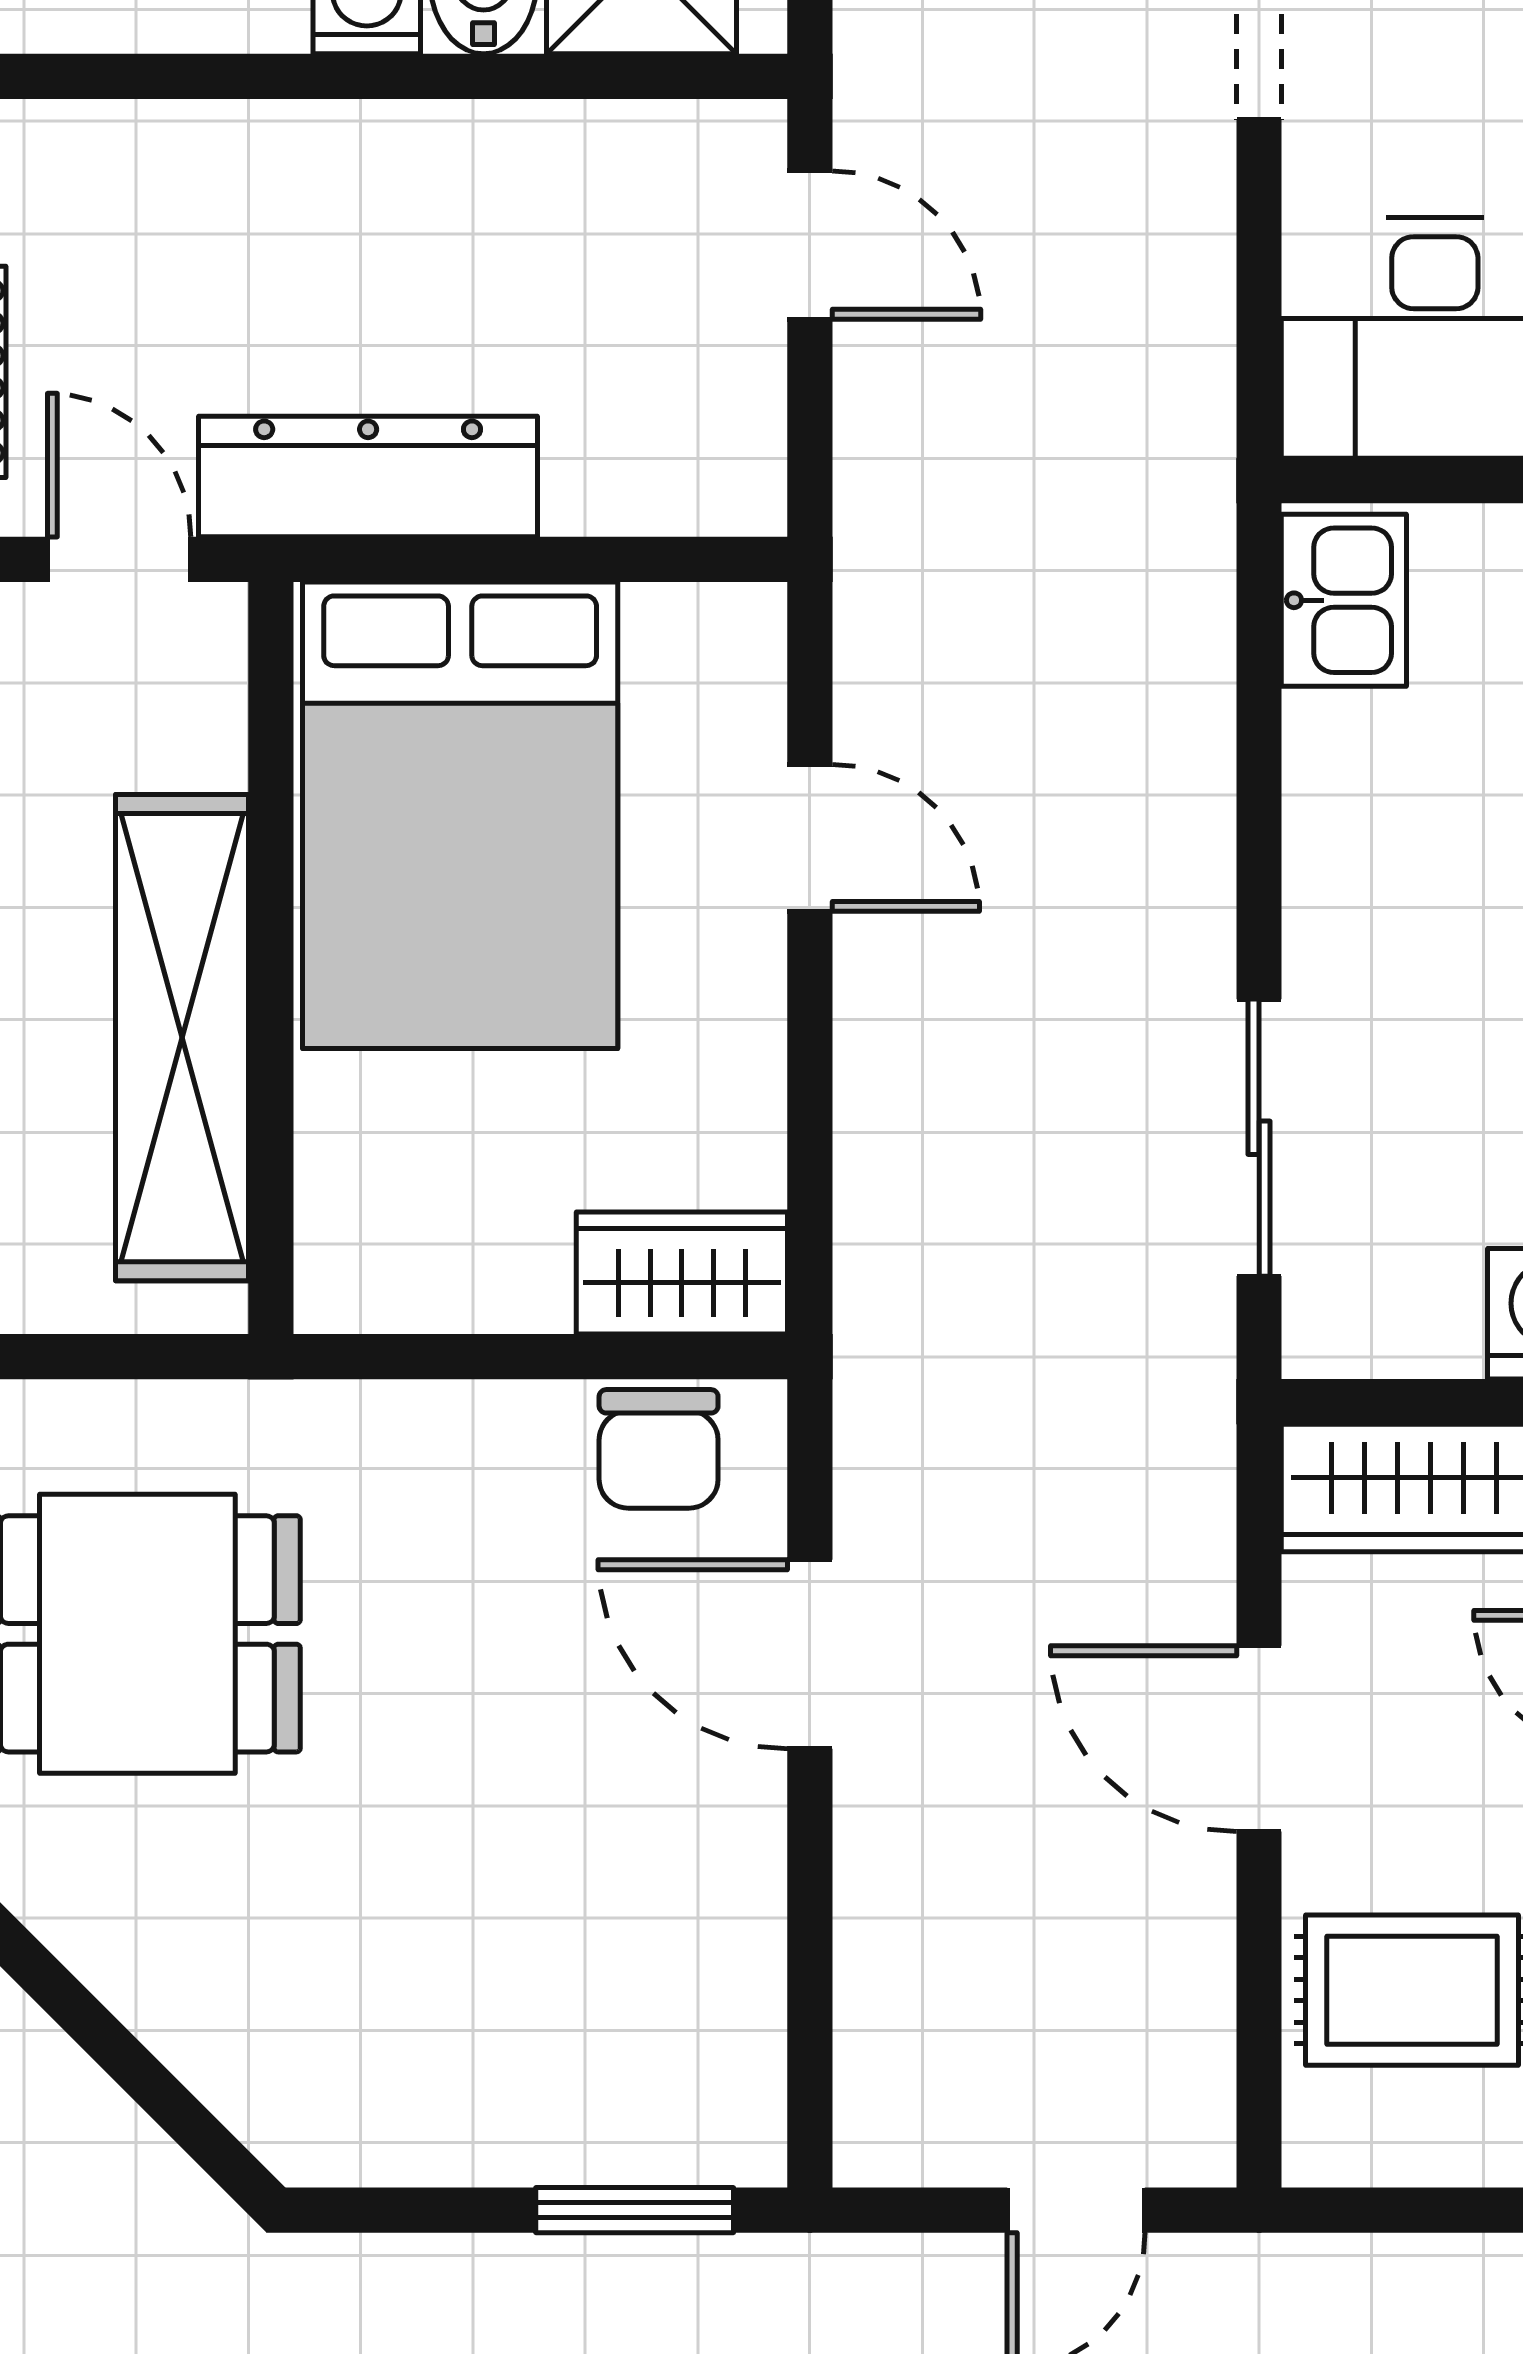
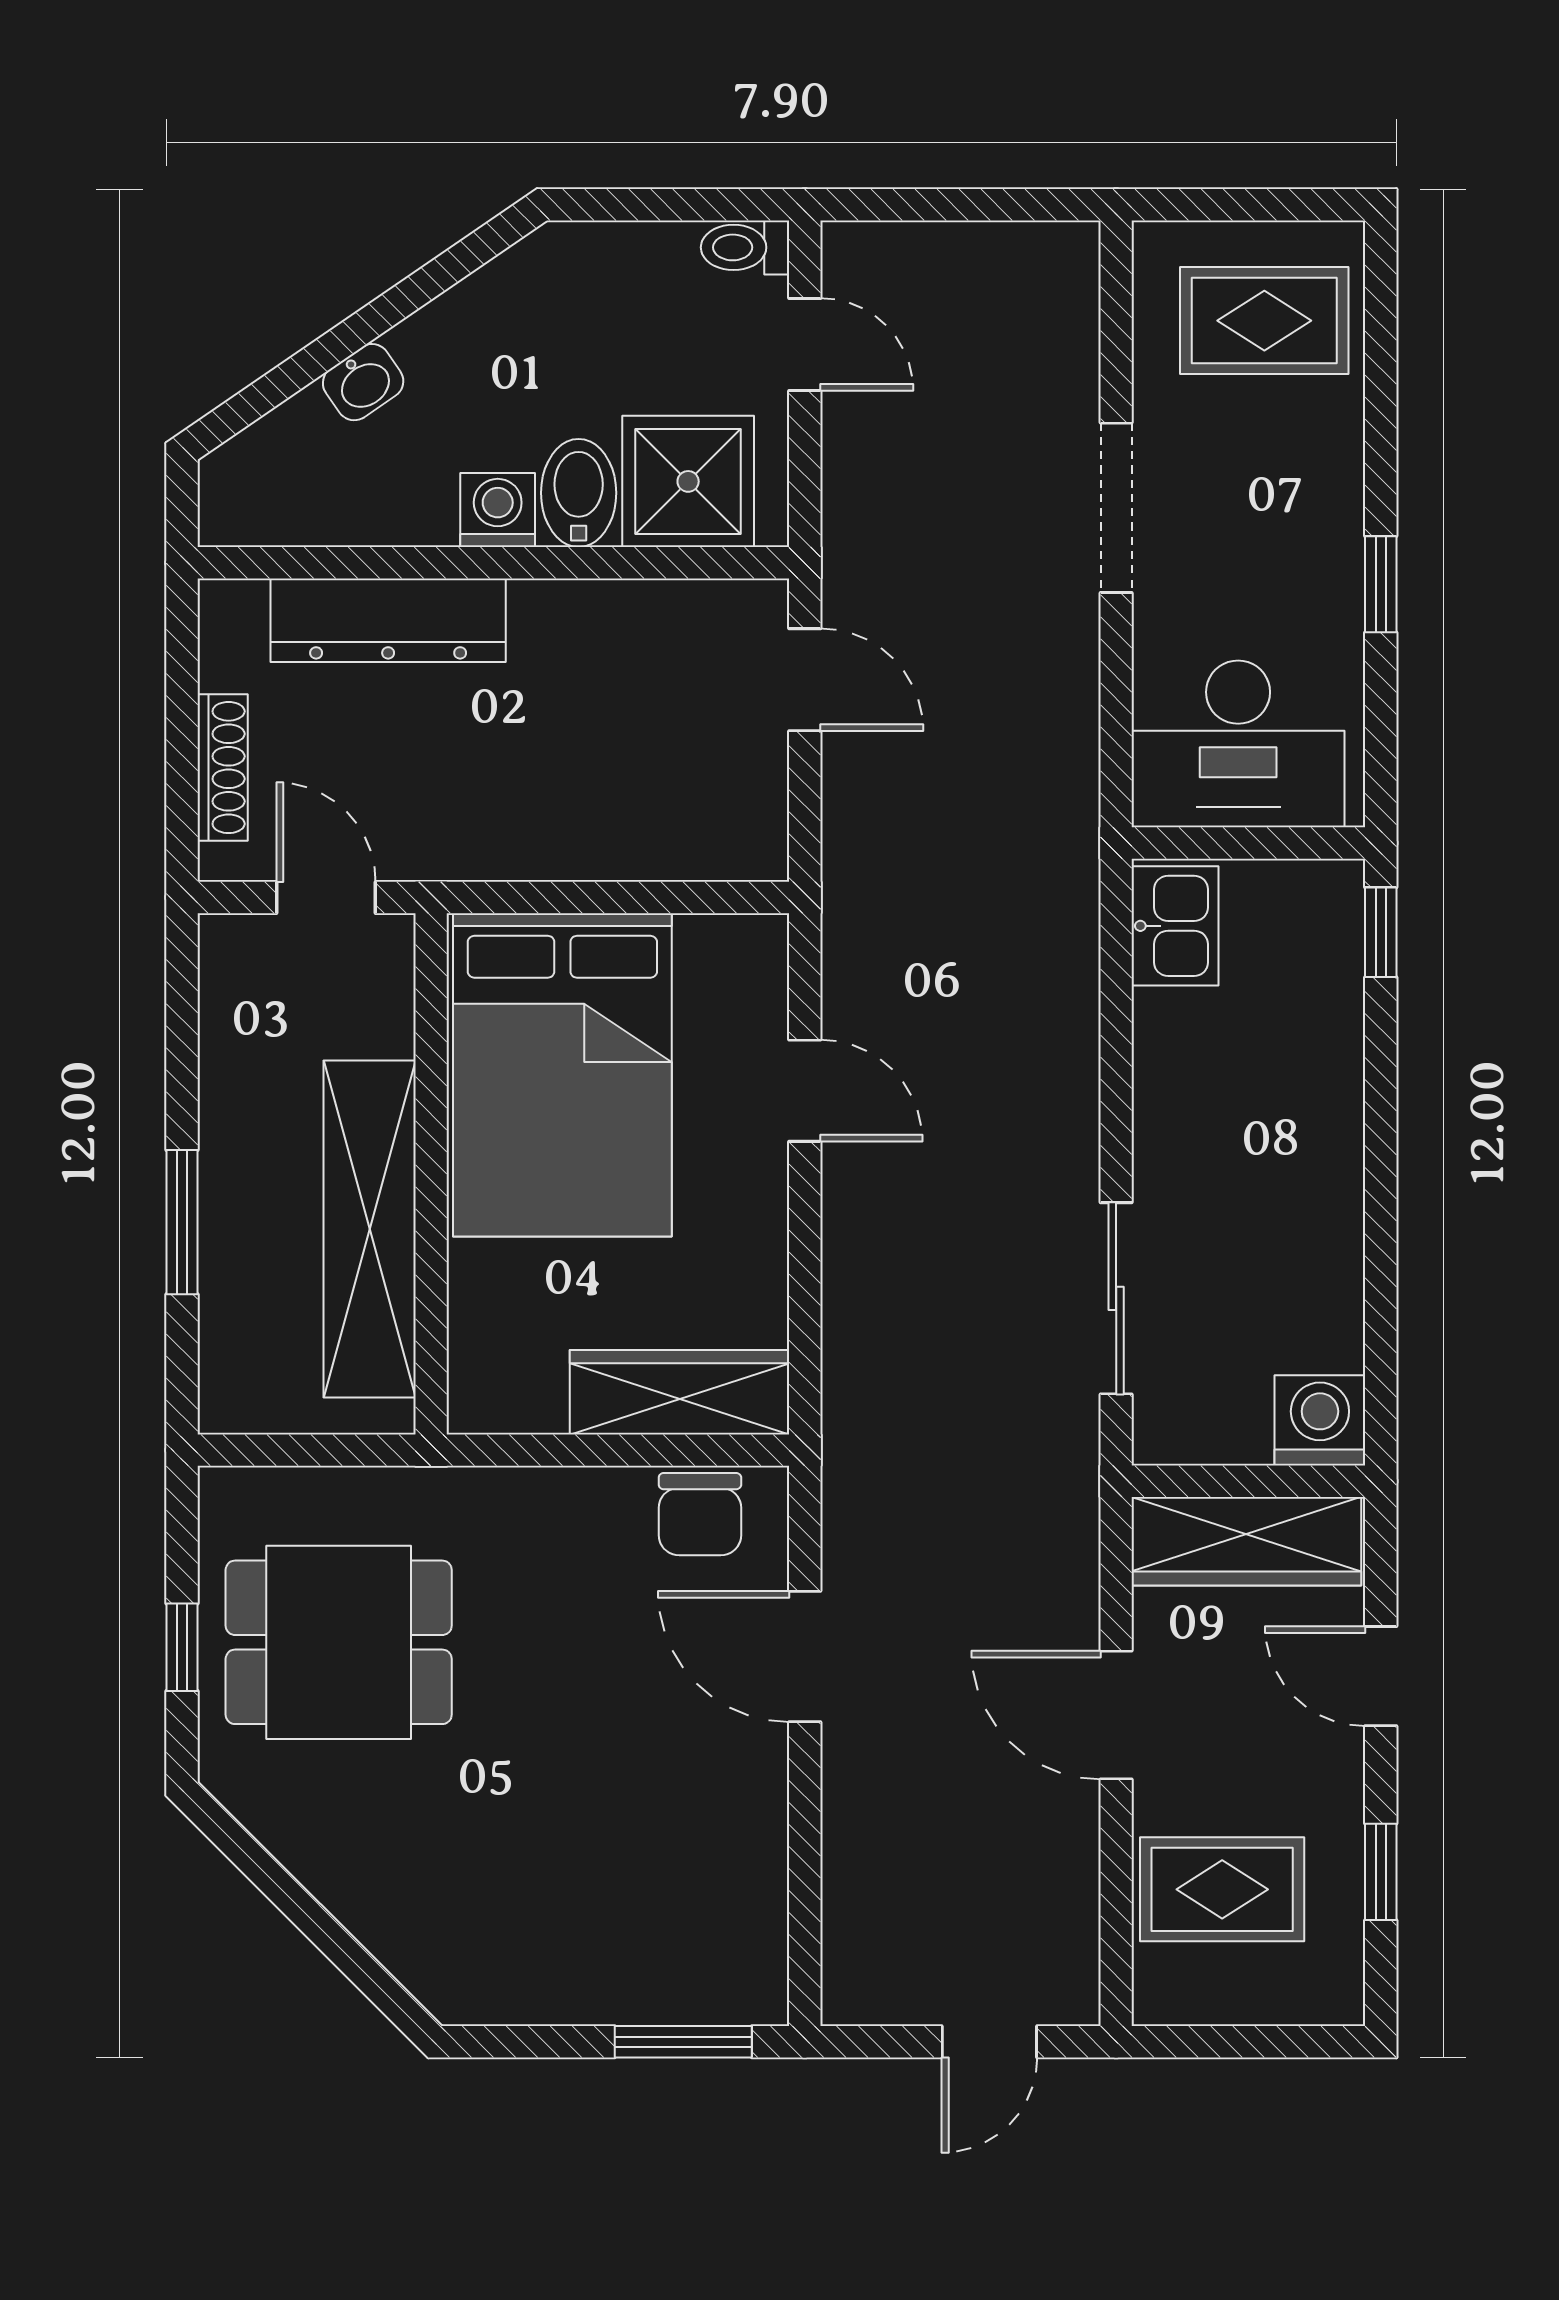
dresser: (368, 476) -> (388, 620), moved, turned 180
wardrobe: (682, 1273) -> (680, 1392), width x1.50

